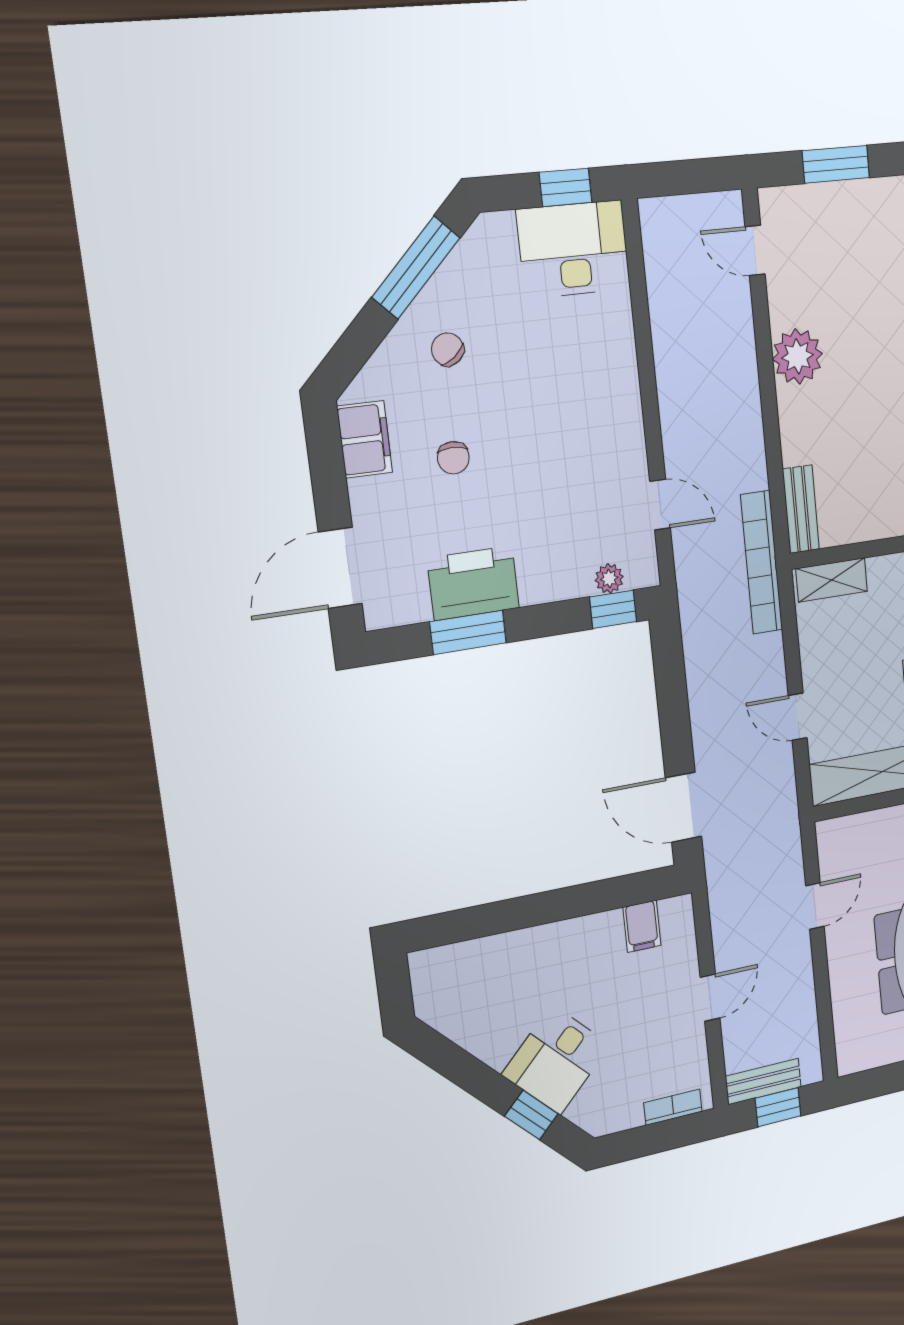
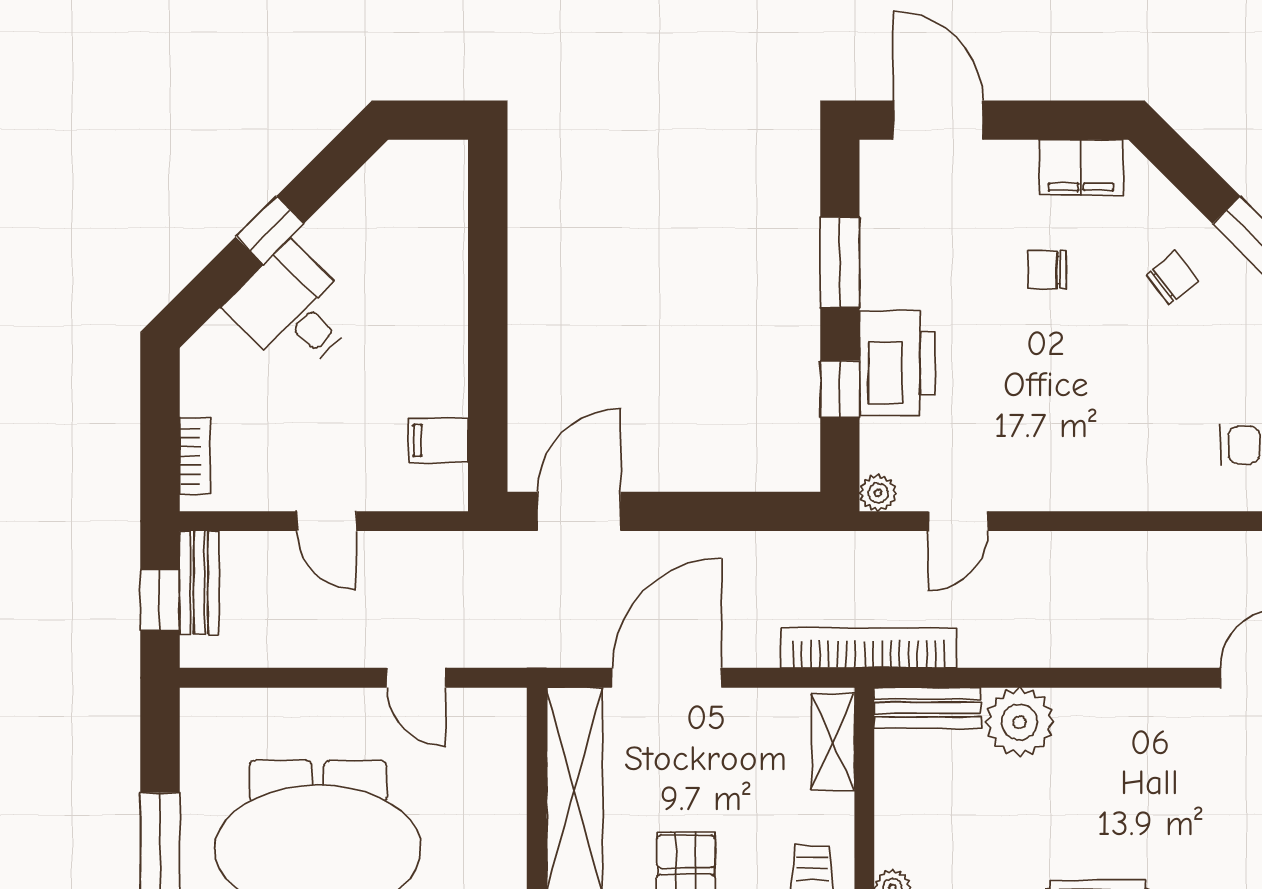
plant: (798, 356) -> (1019, 722), moved
plant: (609, 579) -> (878, 493), moved
printer: (473, 583) -> (897, 363), moved
window: (613, 609) -> (840, 389), moved
door: (798, 717) -> (667, 678), width x1.88
window: (531, 1115) -> (270, 230), moved

